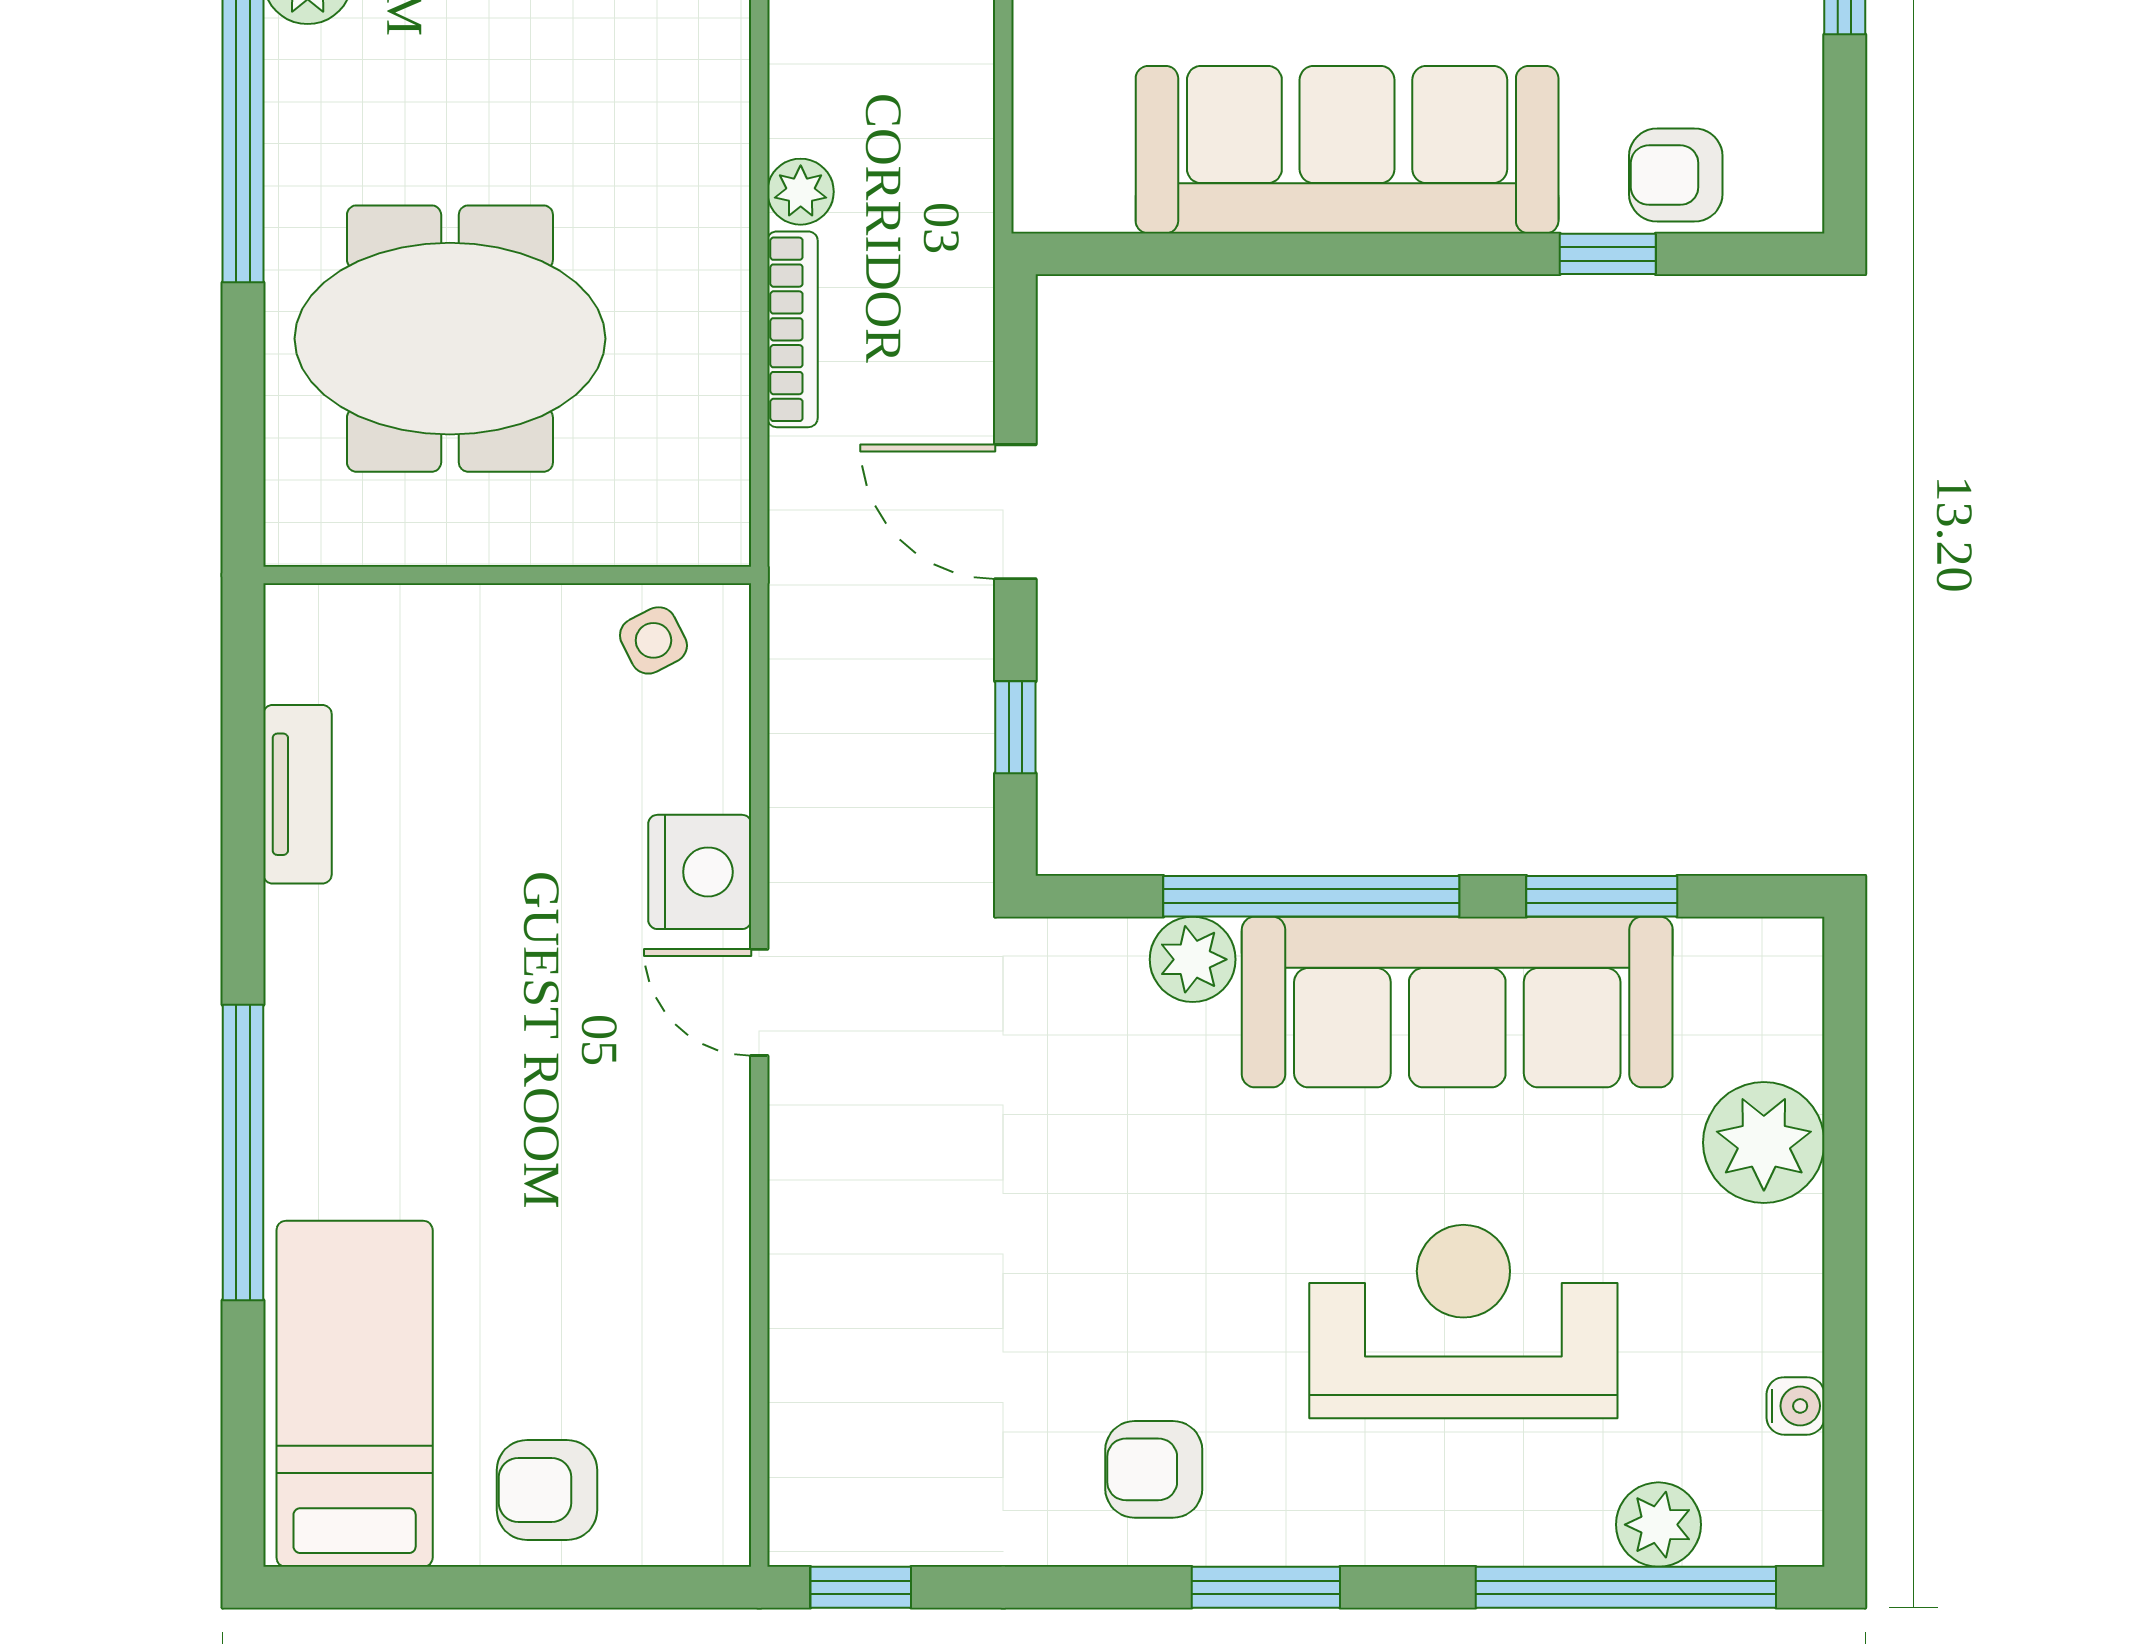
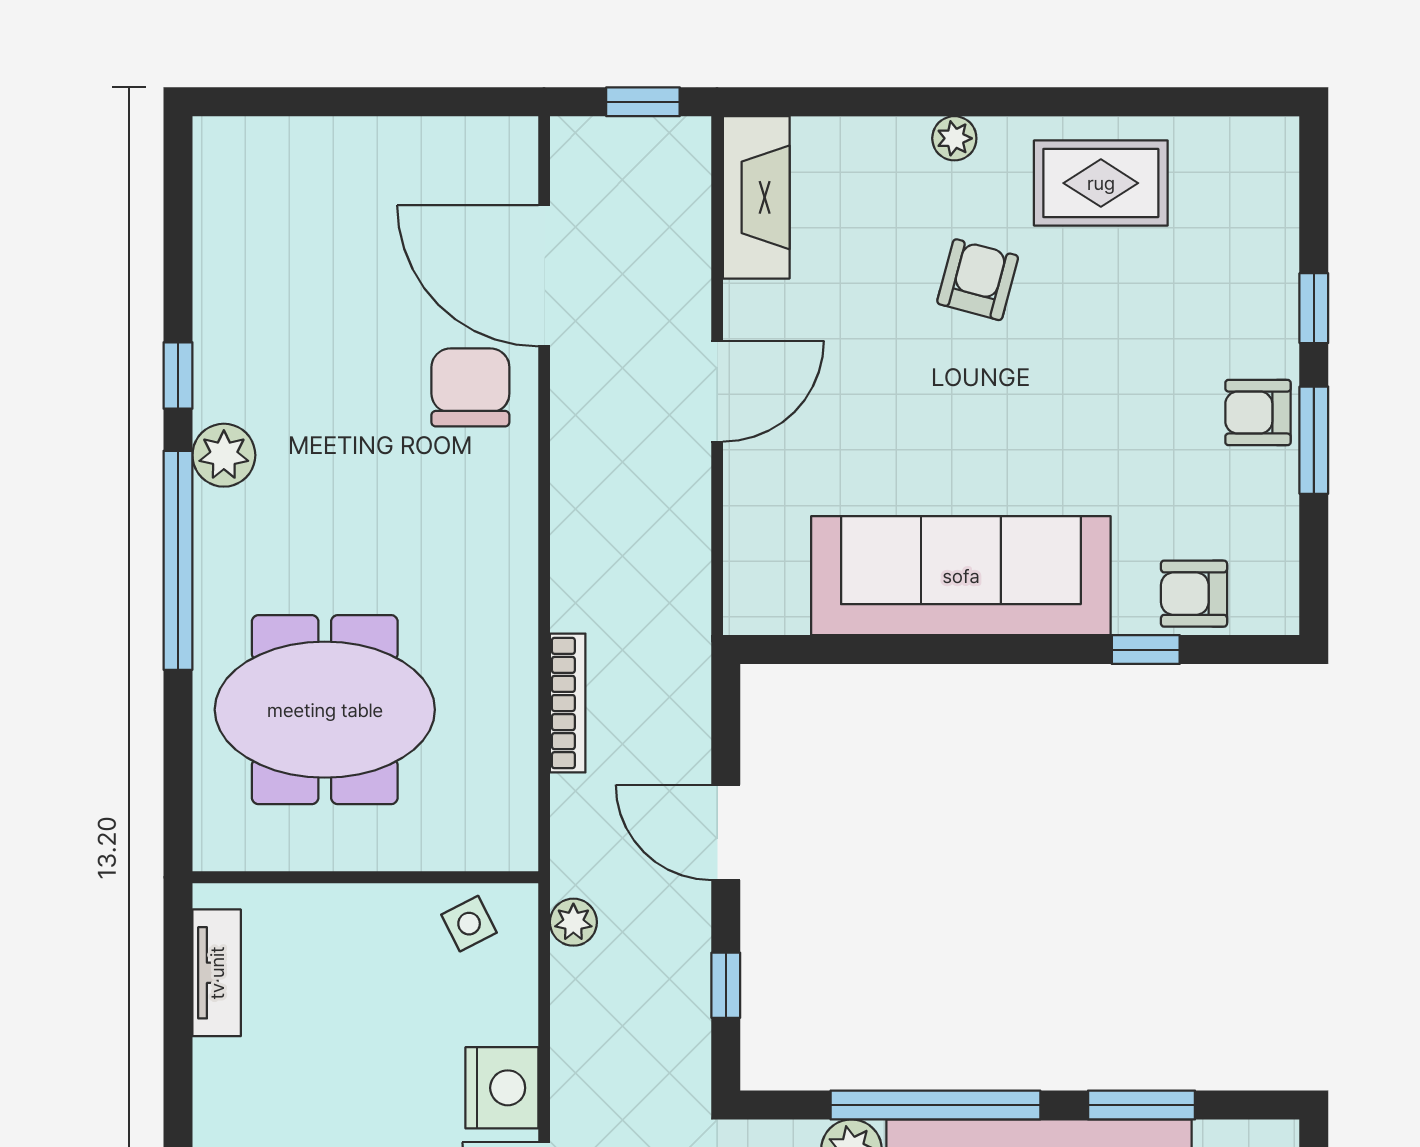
plant: (801, 192) -> (573, 922), moved
tv unit: (297, 794) -> (217, 973), moved

